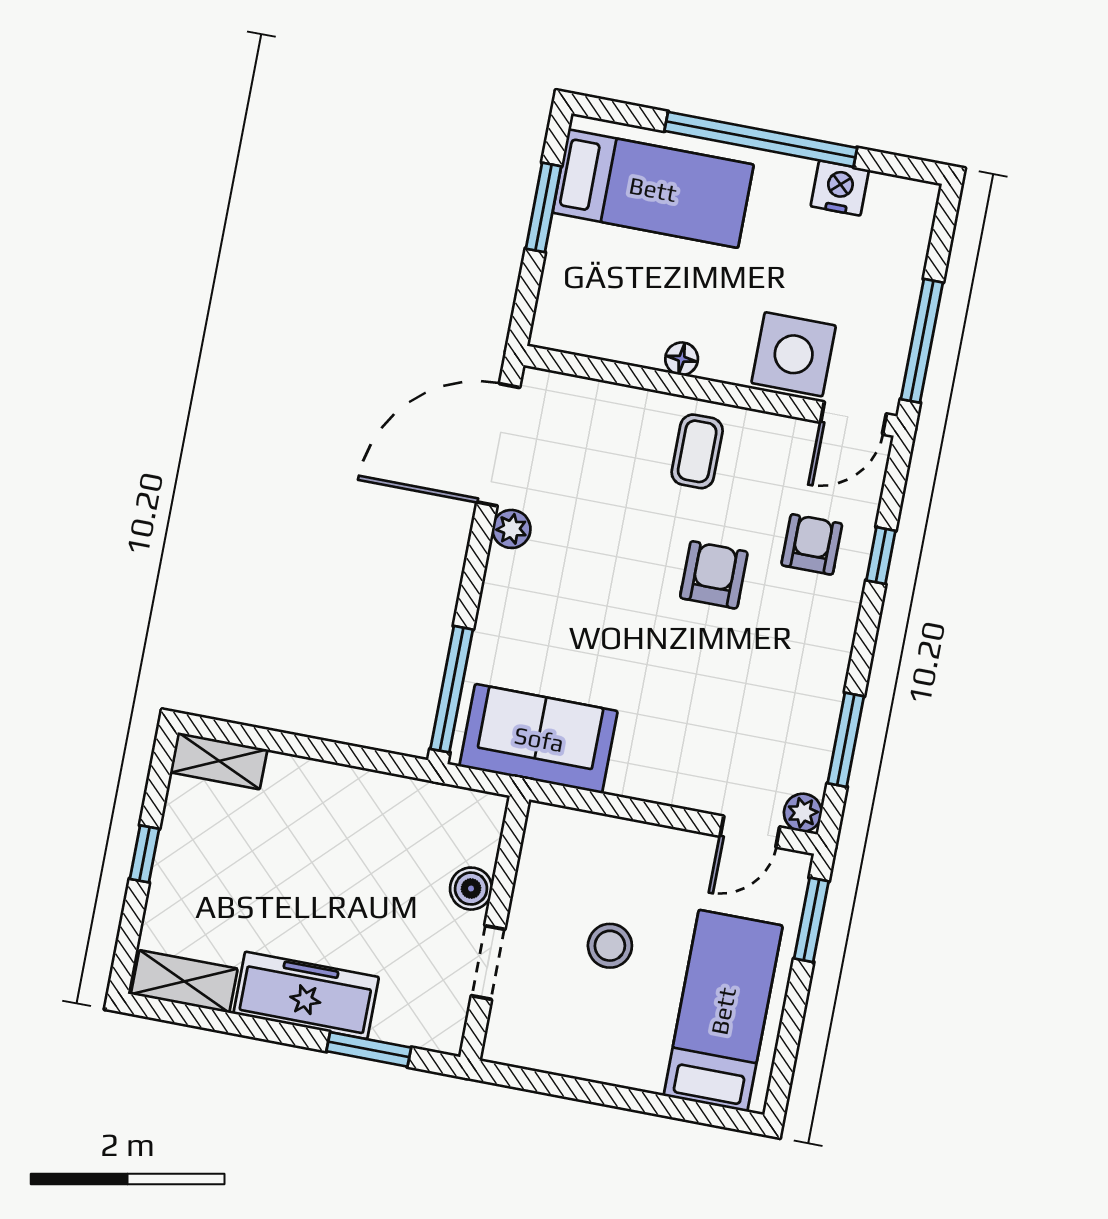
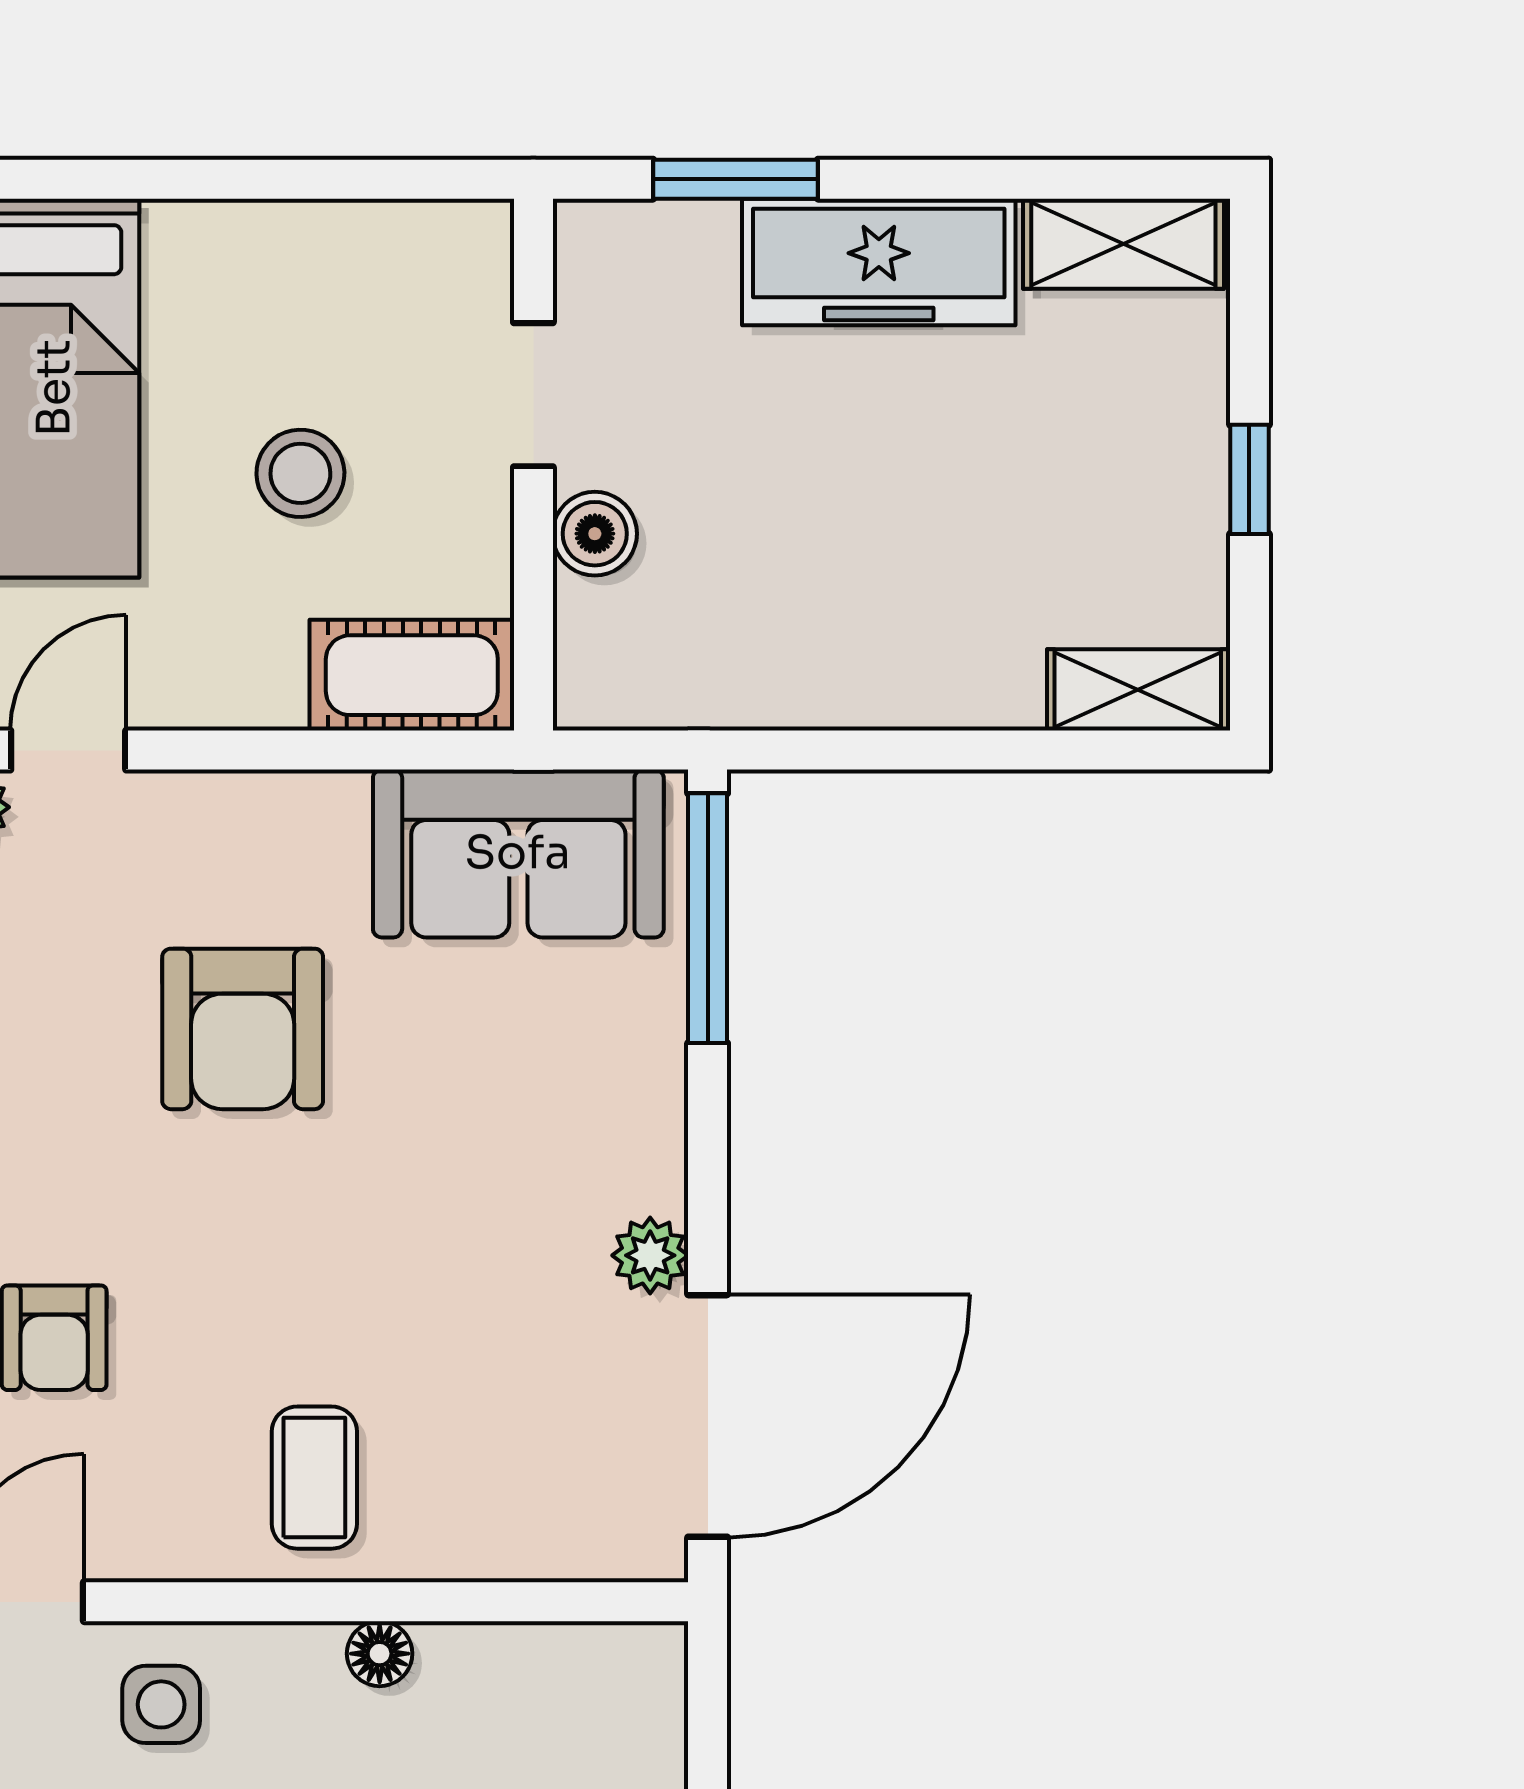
side table: (794, 354) -> (161, 1704), width x0.54, depth x0.54
armchair: (714, 575) -> (243, 1029), moved, width x1.38, depth x1.38
cot: (574, 836) -> (412, 675), added

